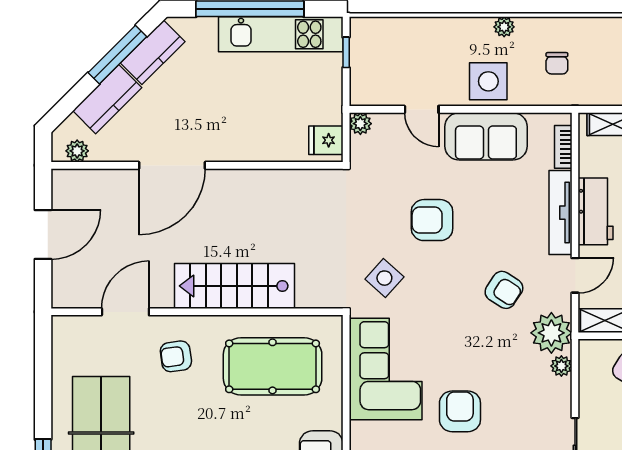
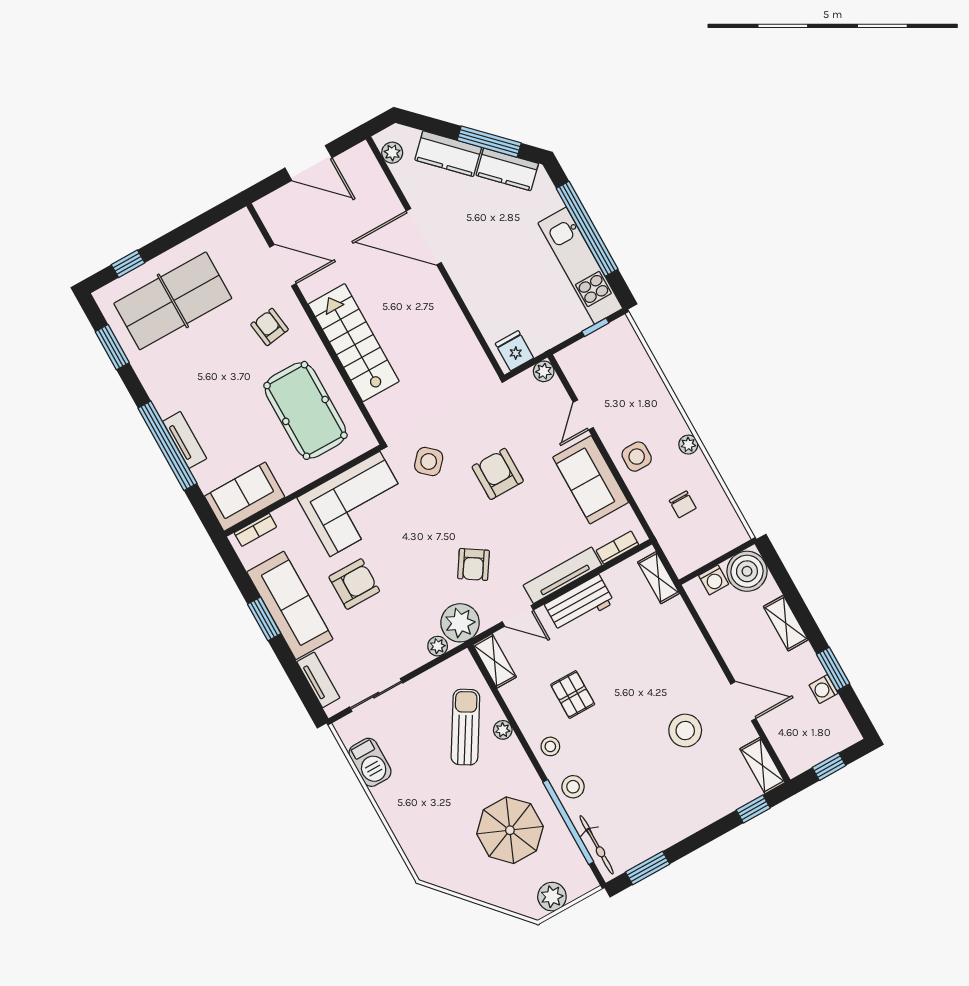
chair: (557, 63) -> (683, 504), turned -90
side table: (488, 81) -> (637, 457), width x0.73, depth x0.73

